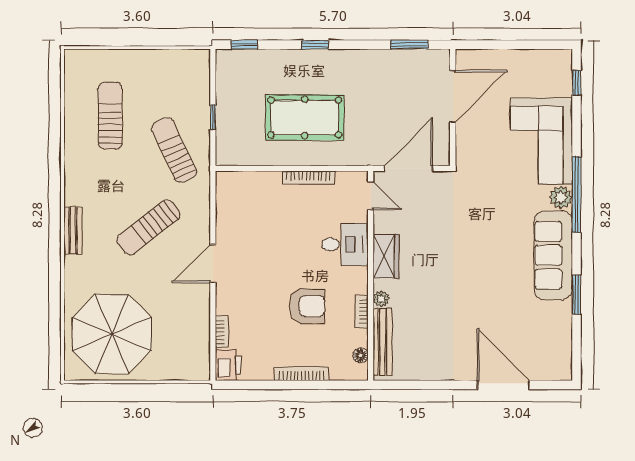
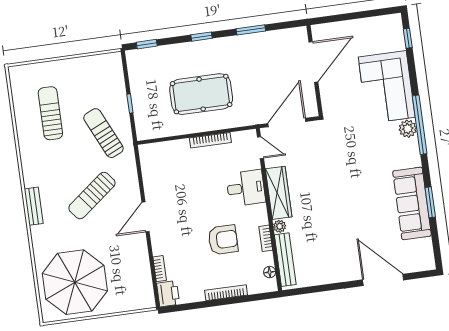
window: (409, 45) -> (251, 30), moved
sofa: (553, 255) -> (412, 203), moved
wardrobe: (386, 256) -> (279, 193), width x1.50

